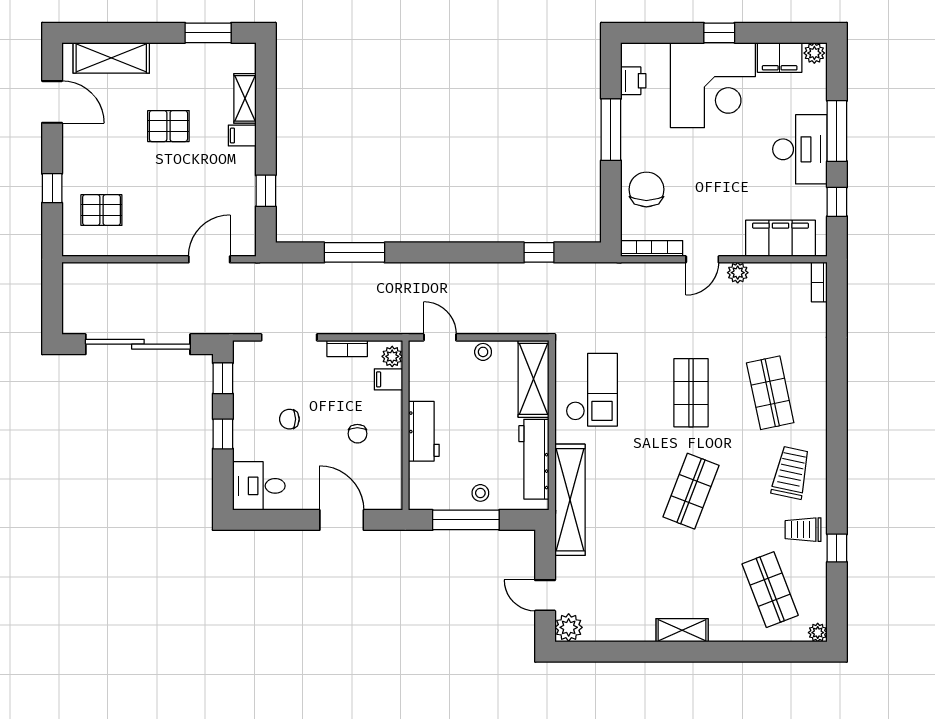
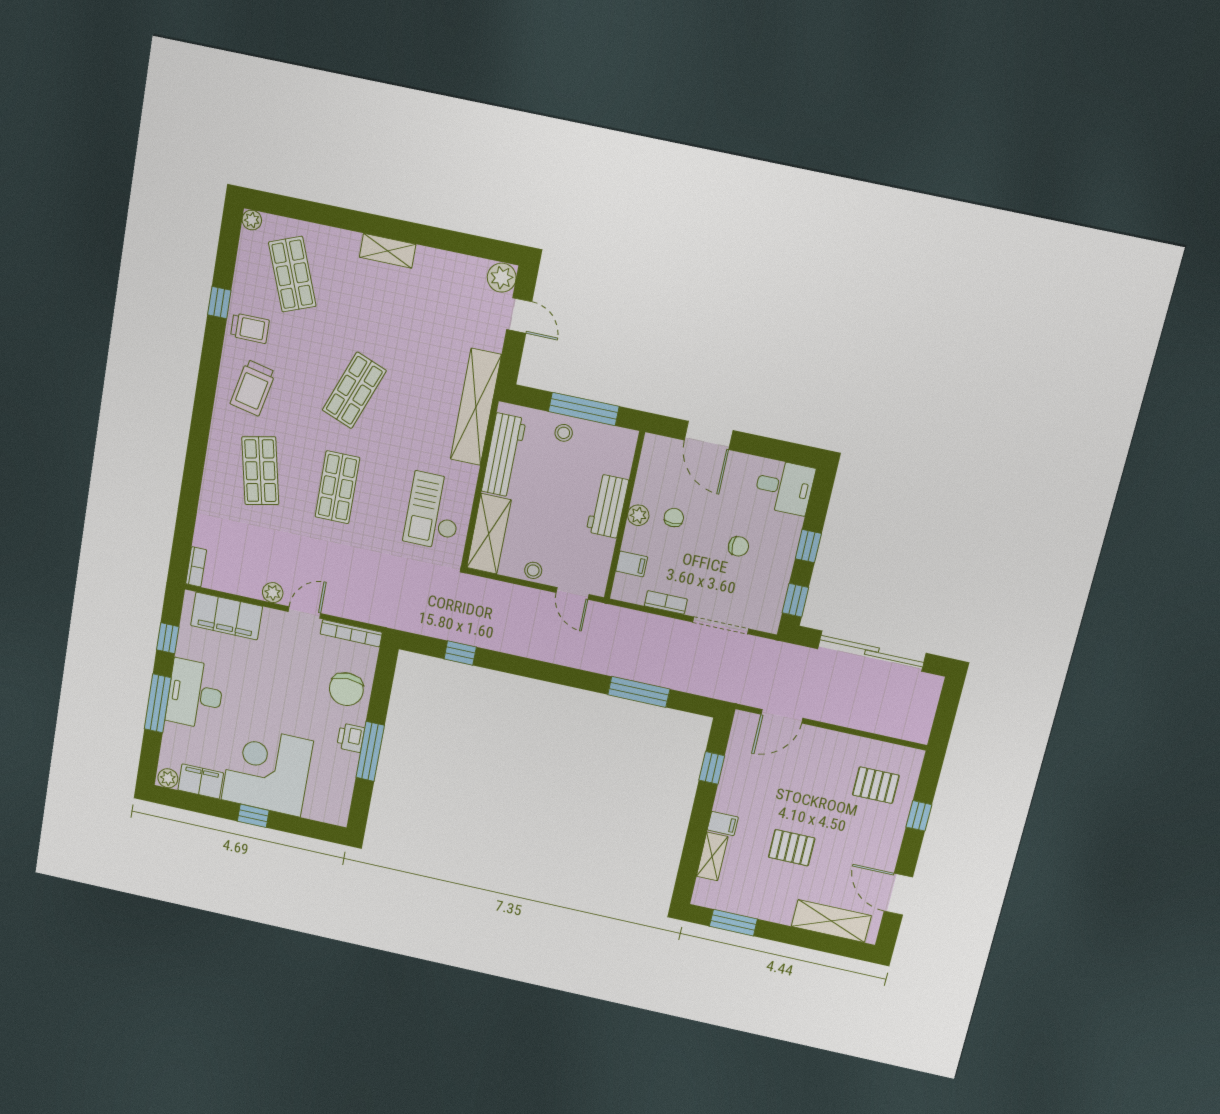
printer: (633, 81) -> (351, 738), moved
plant: (392, 356) -> (638, 515), moved

